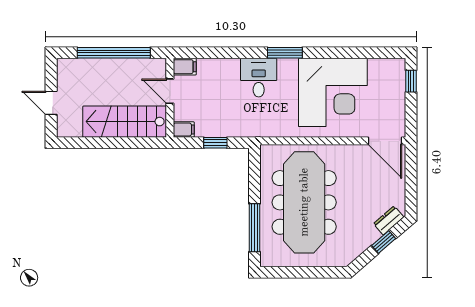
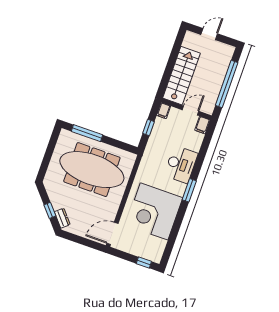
desk: (259, 78) -> (181, 164), width x1.37

